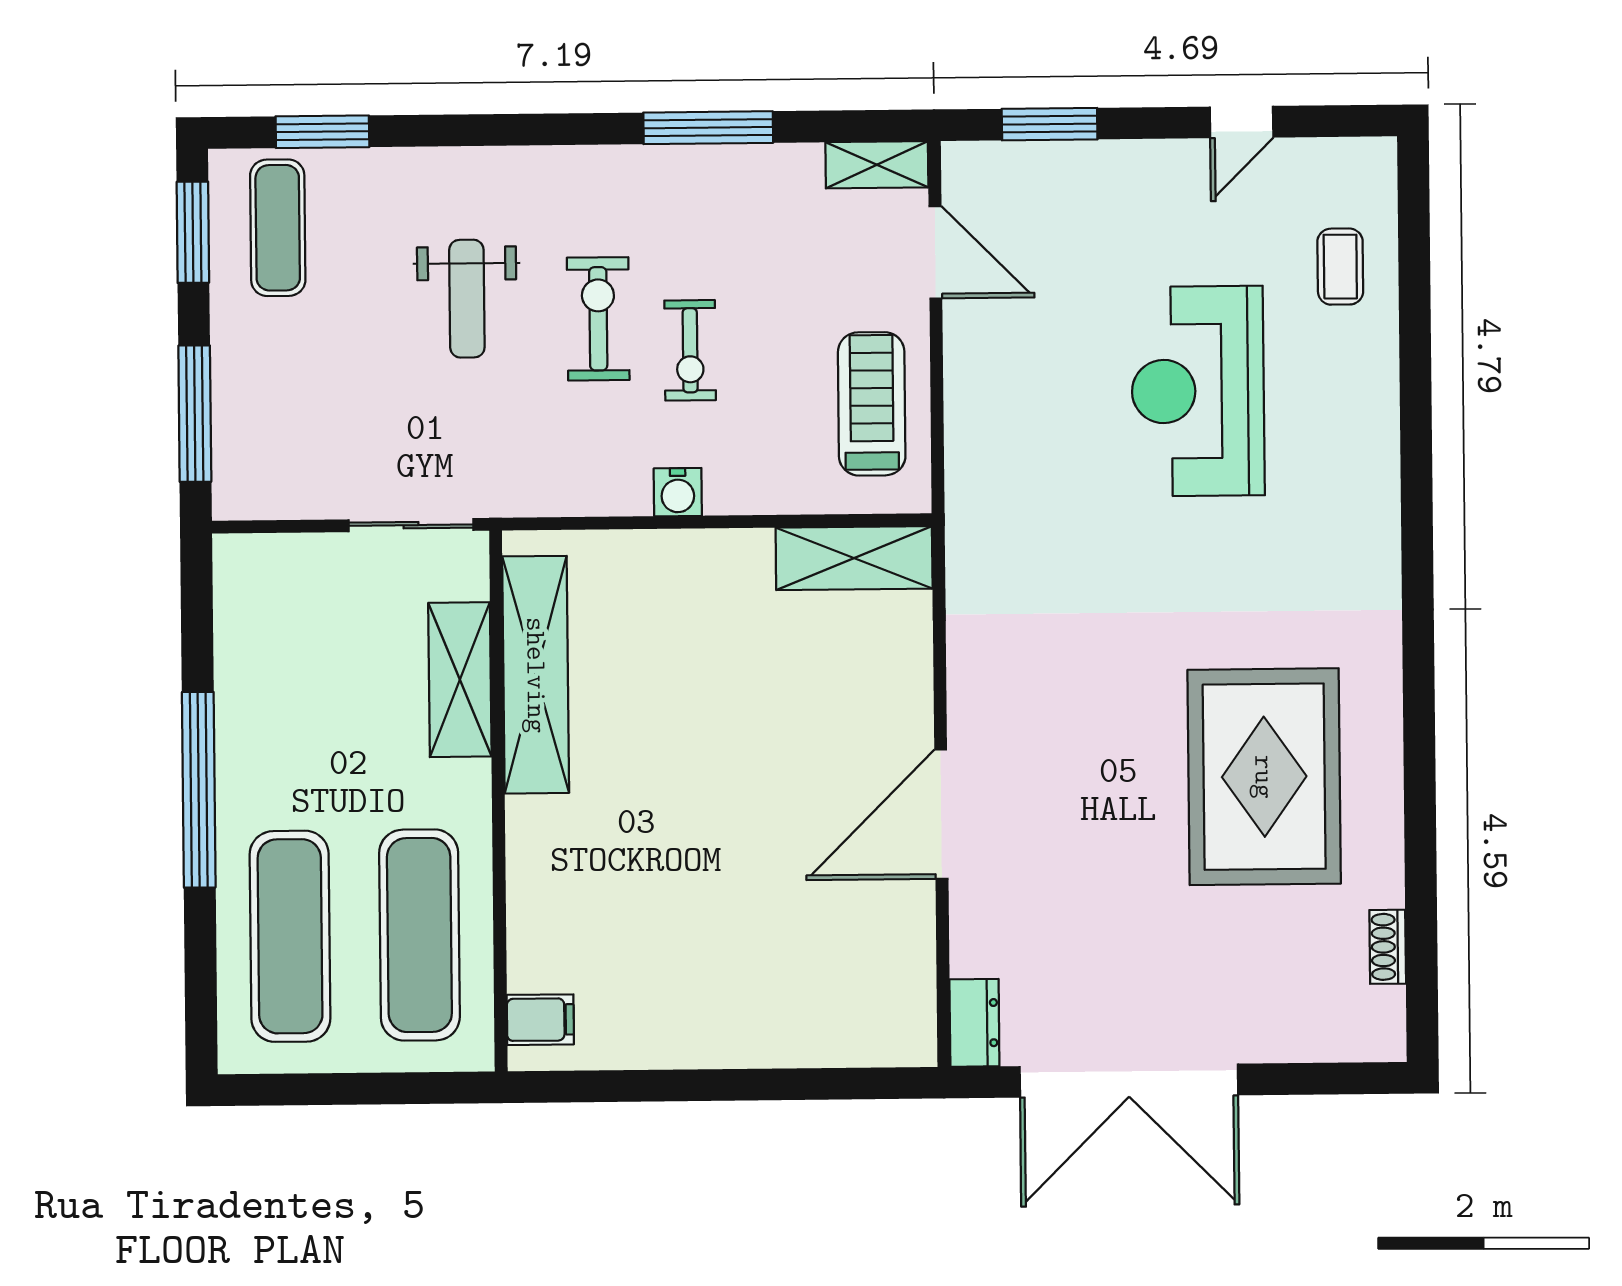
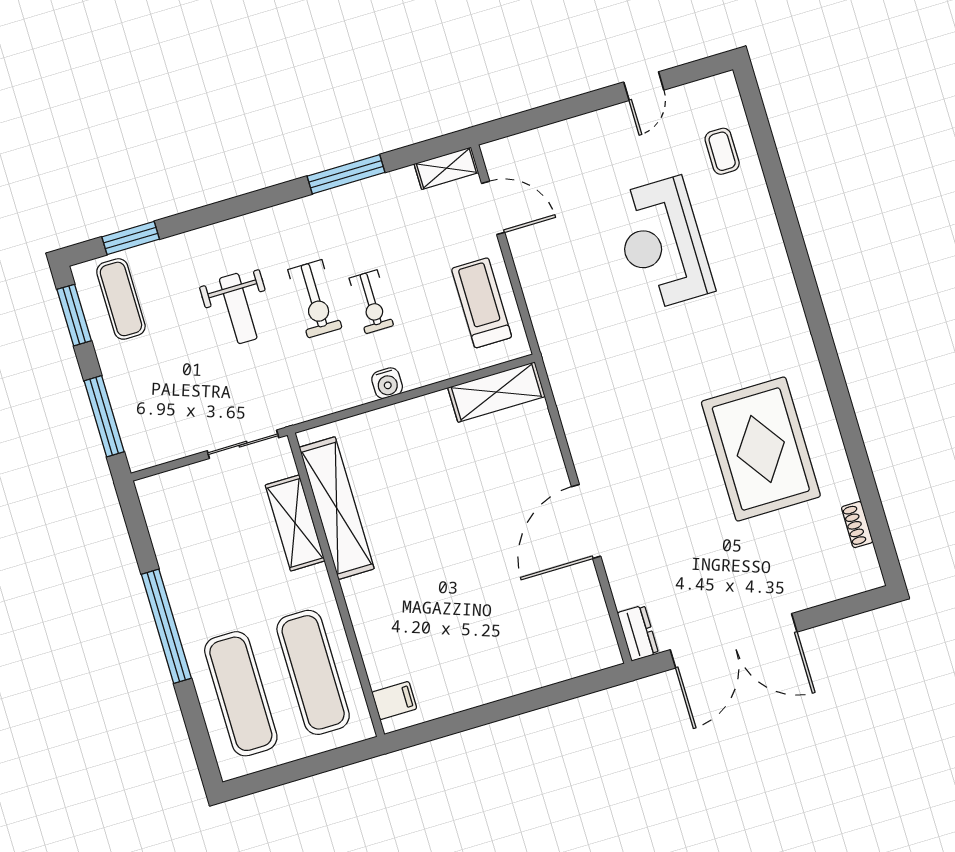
window: (1050, 124) -> (537, 118), removed
exercise bike: (598, 319) -> (315, 299), turned 180

